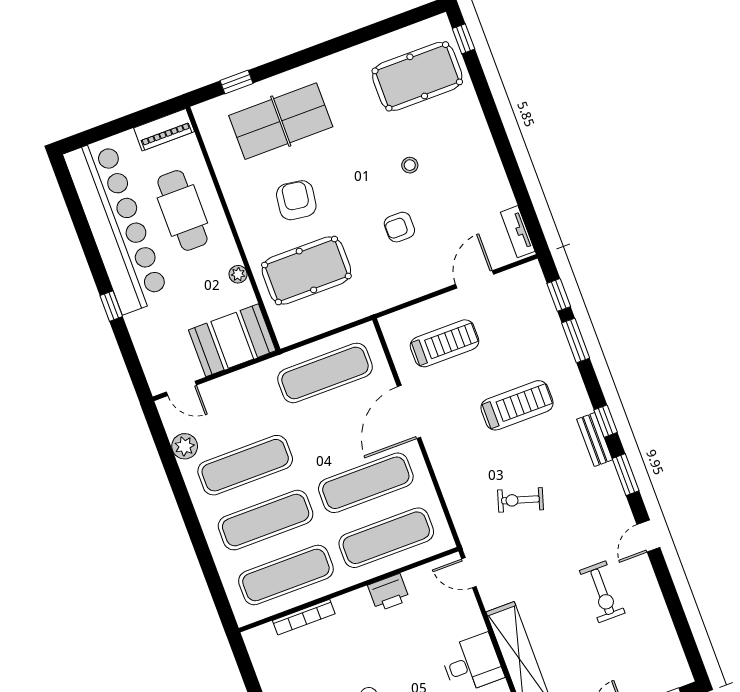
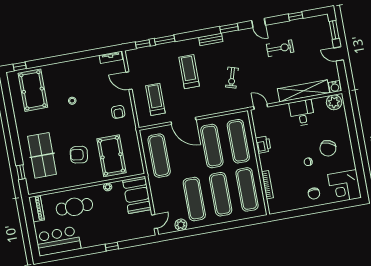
bar counter: (116, 226) -> (58, 241), width x0.54
armchair: (399, 227) -> (118, 112), moved
window: (606, 421) -> (296, 16), moved
door: (469, 573) -> (261, 107), swing flipped

